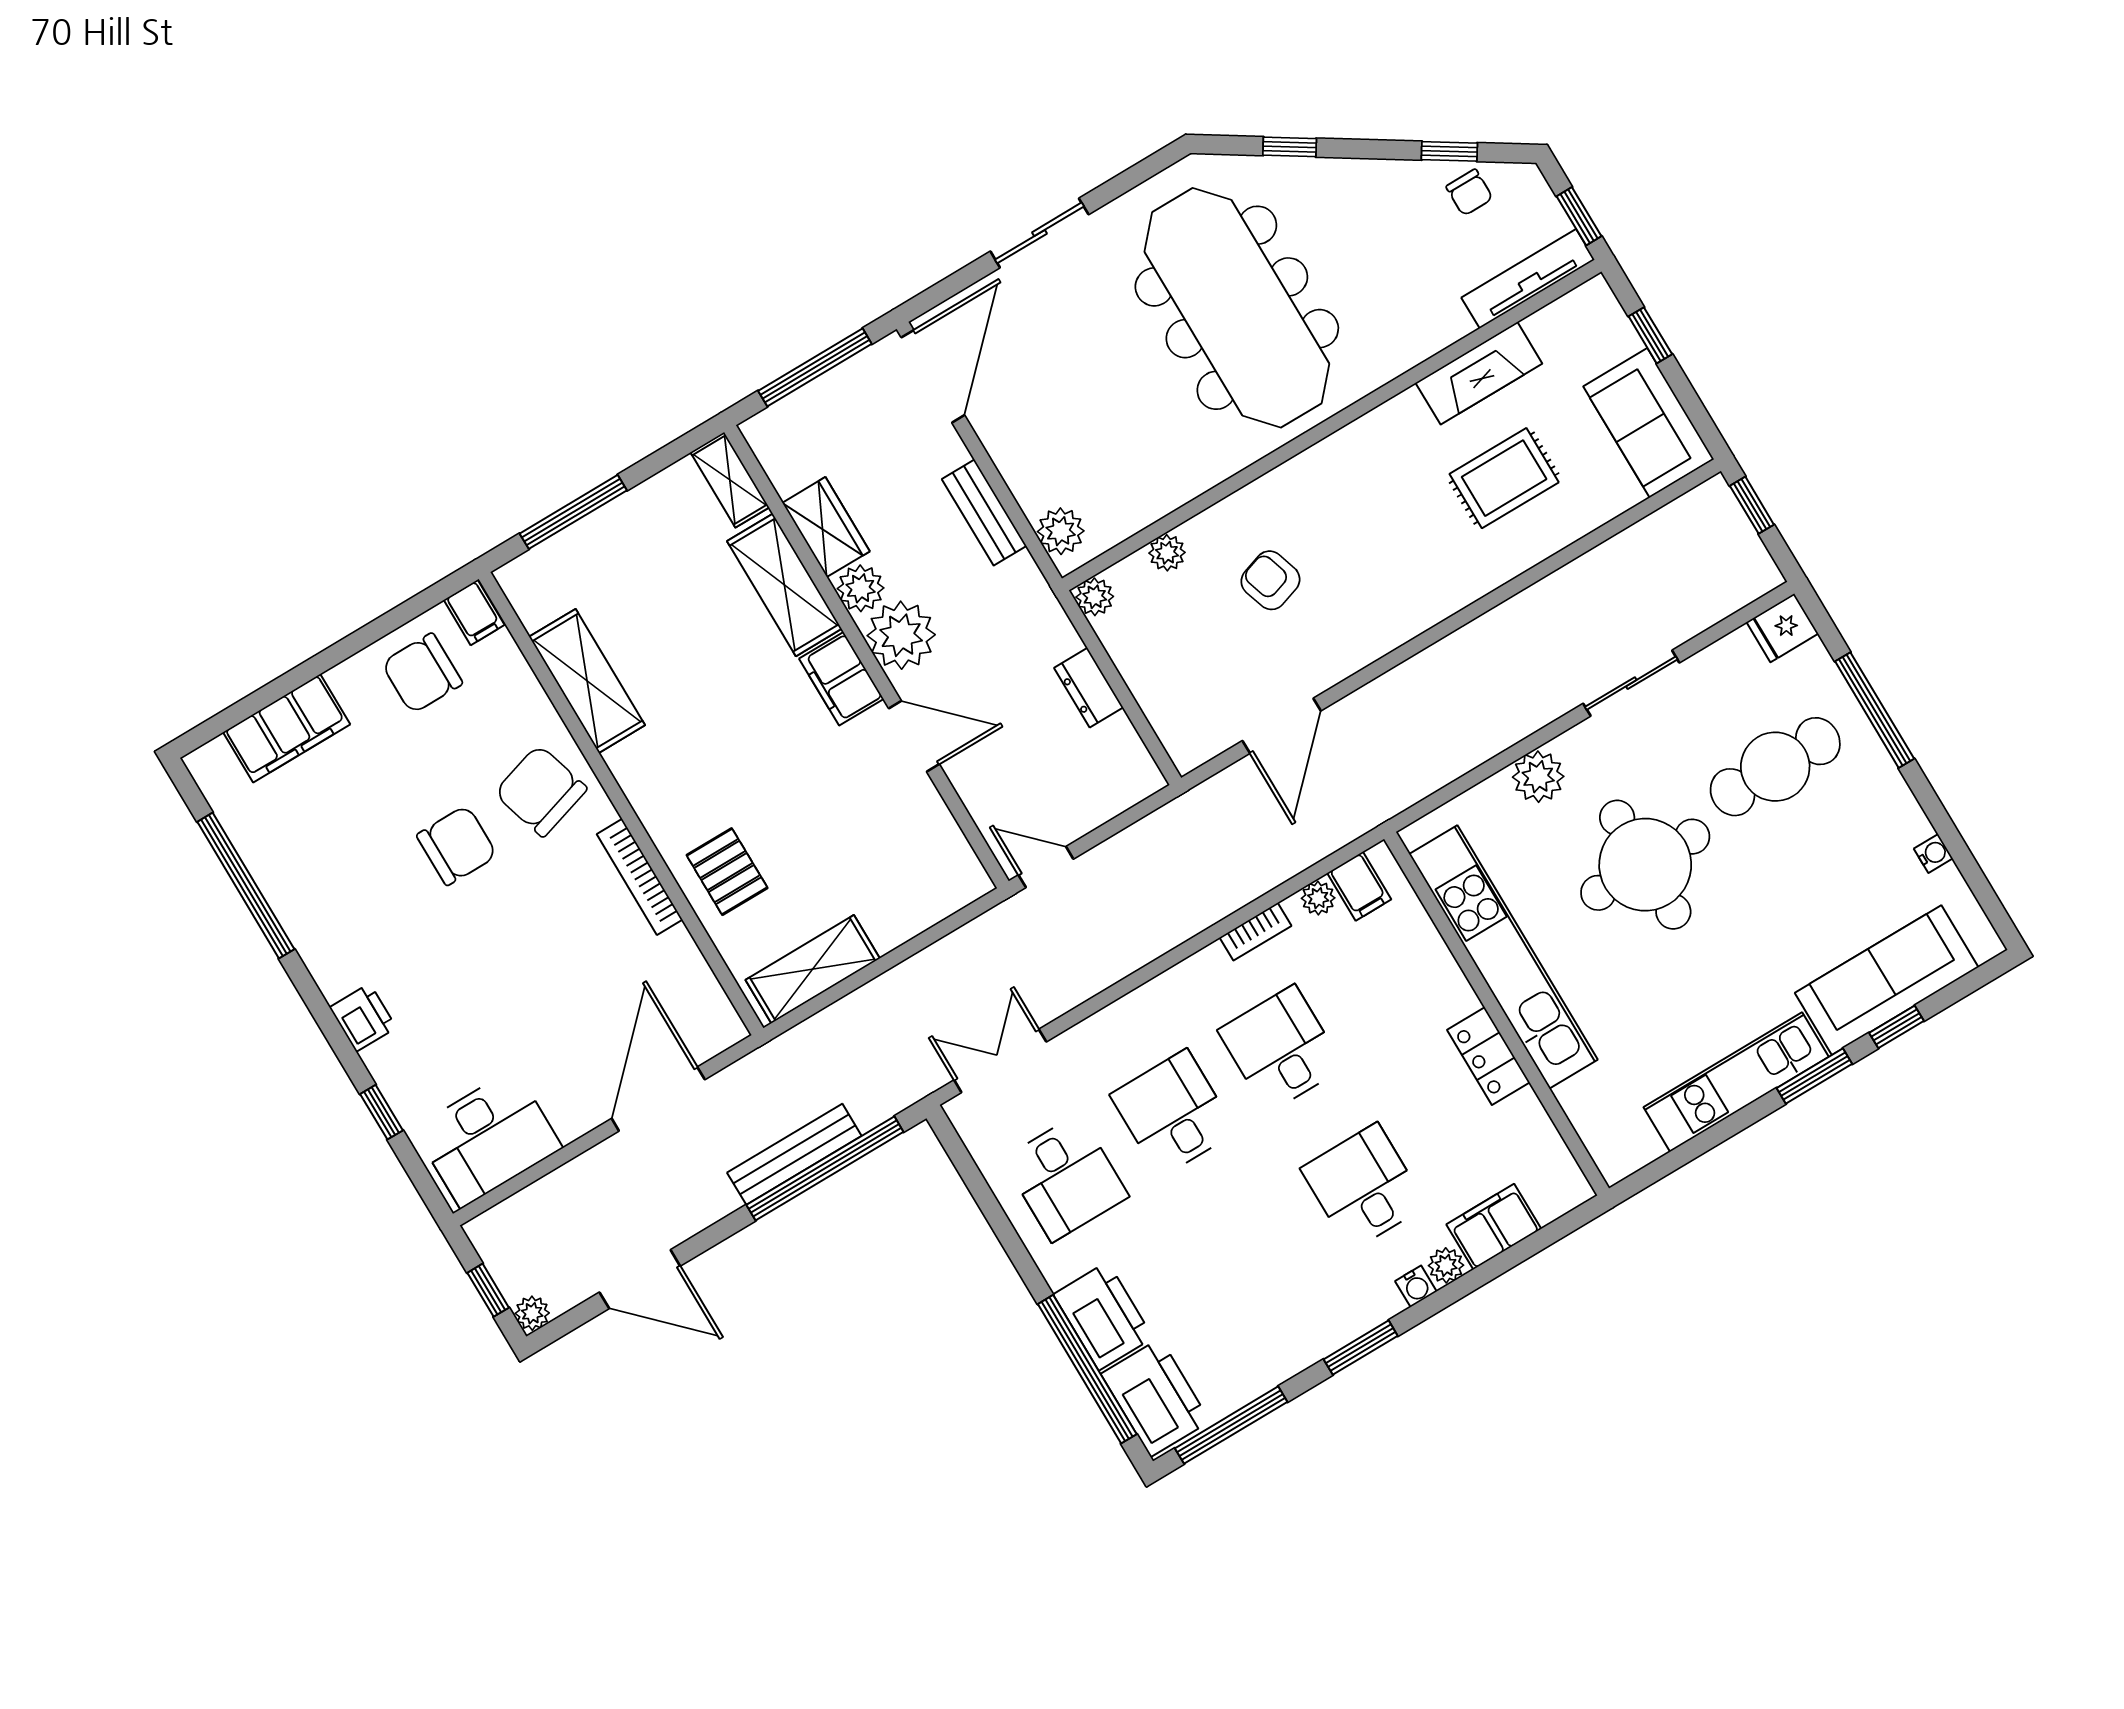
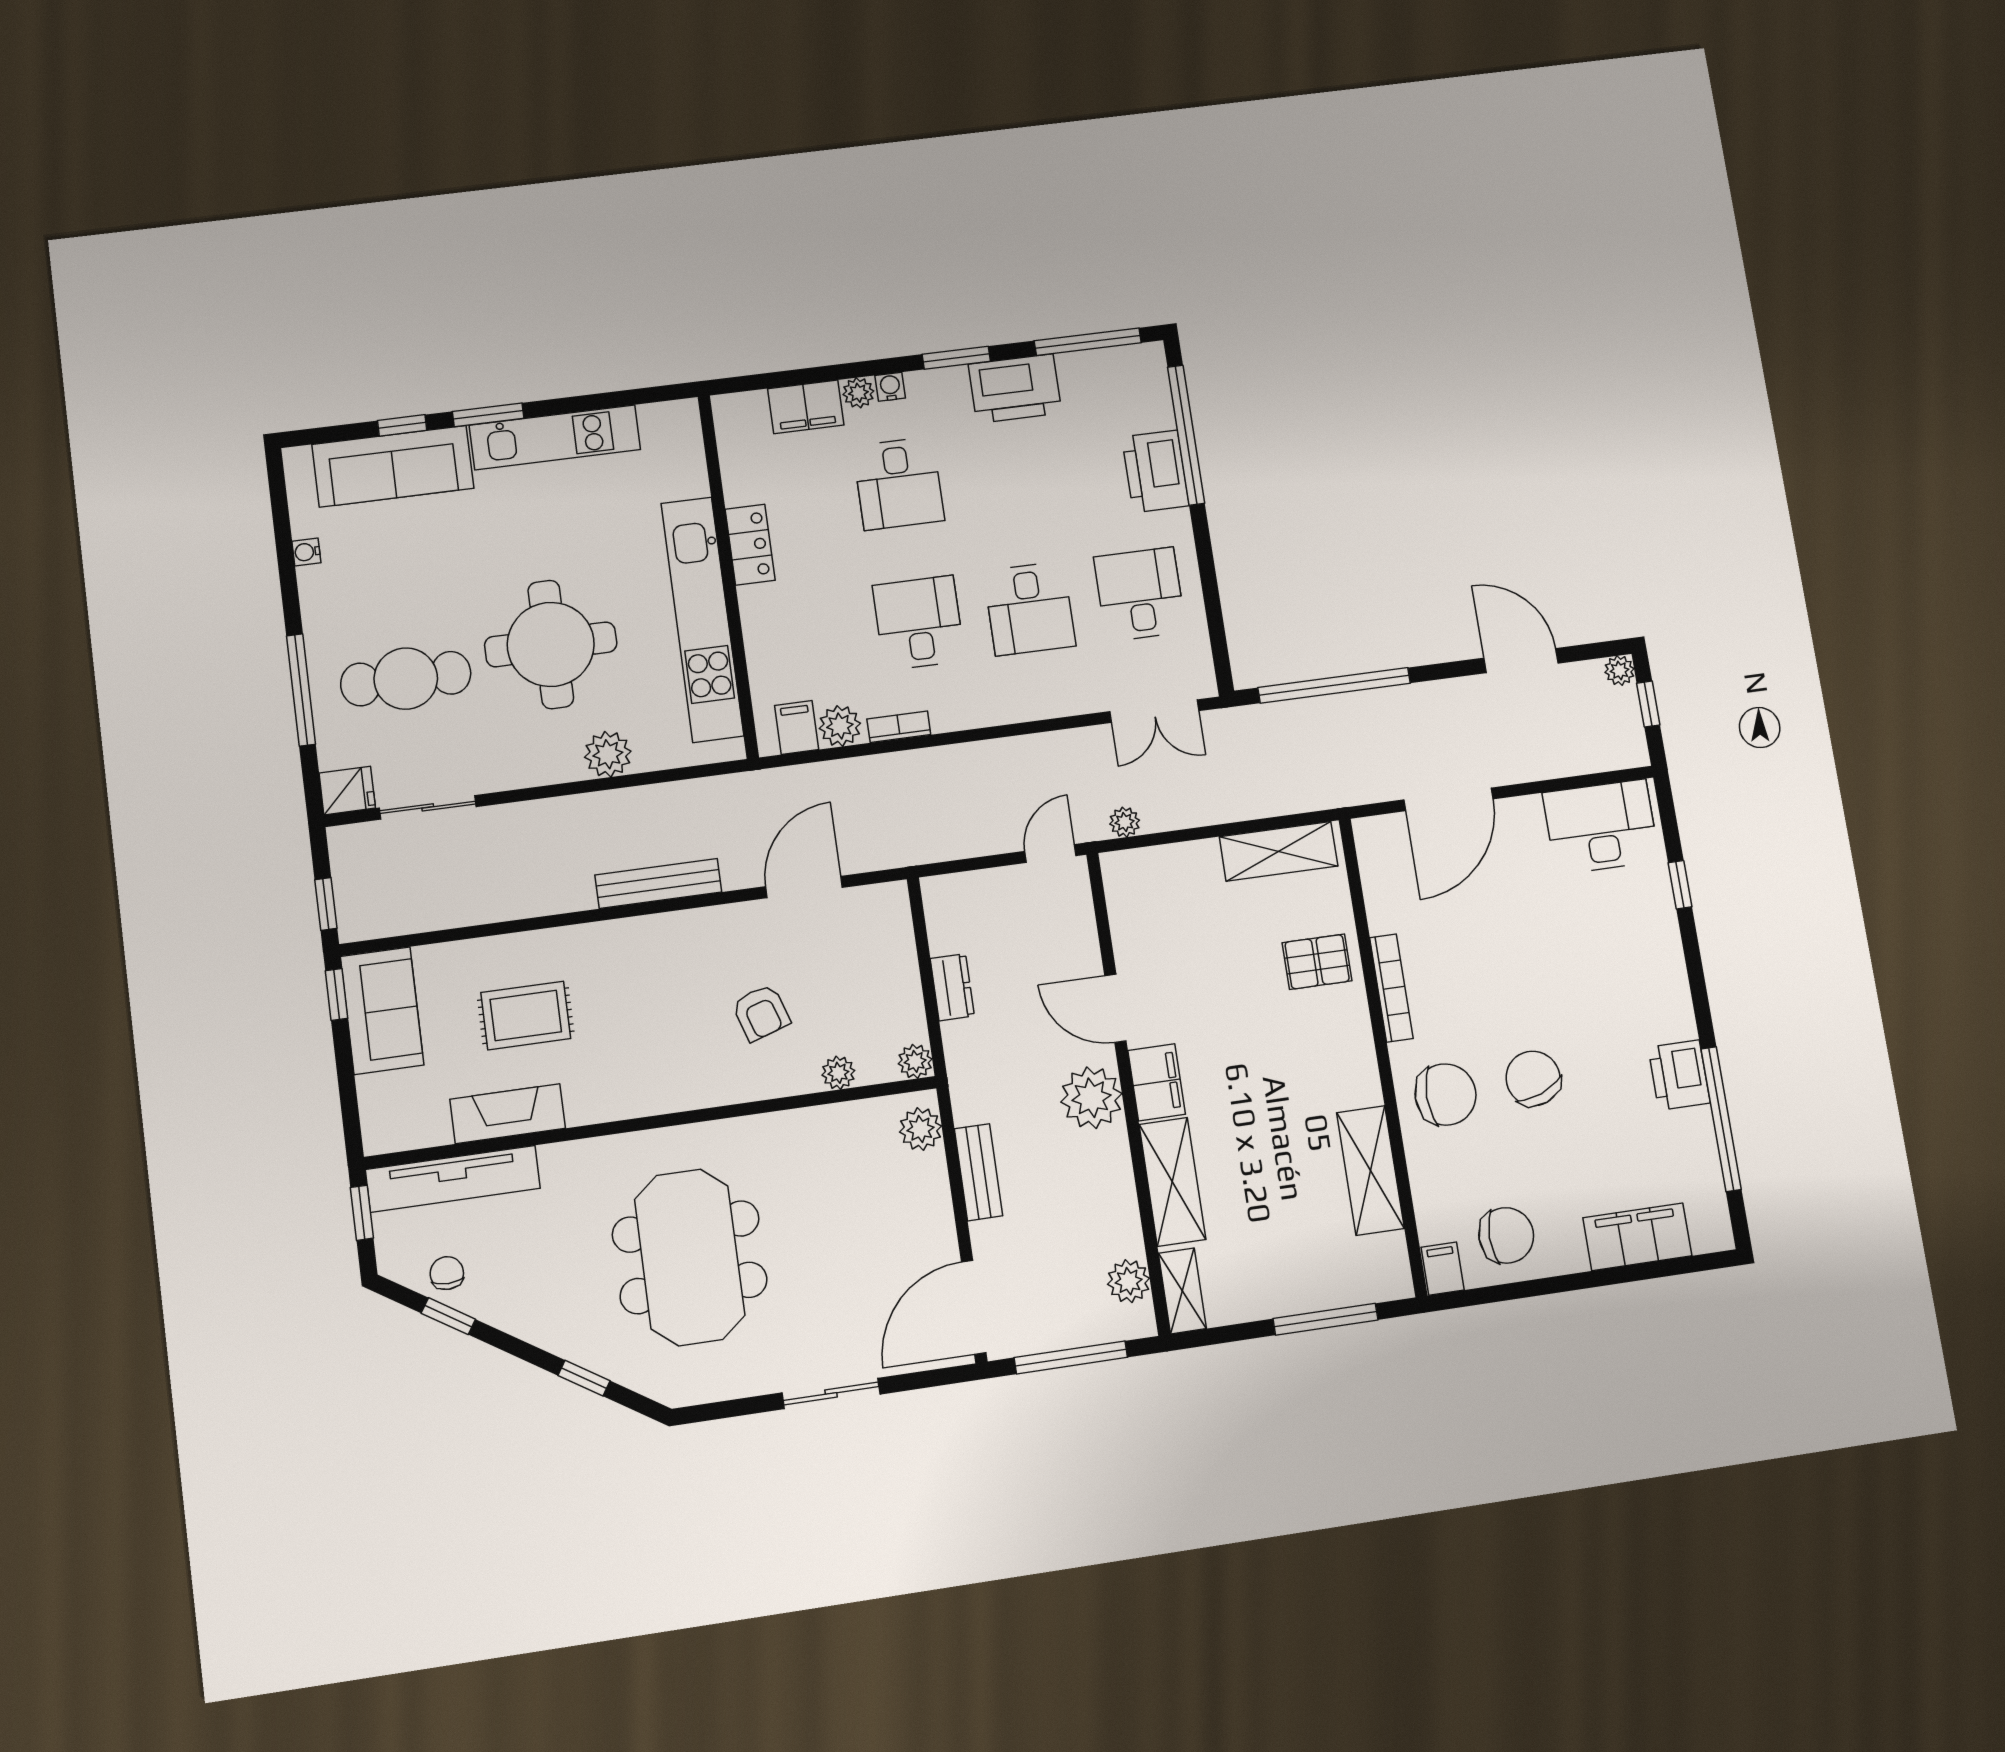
tv unit: (1528, 279) -> (453, 1179), width x1.36, depth x1.29
meeting table: (1237, 308) -> (690, 1257), width x0.73
window: (1650, 335) -> (336, 995), moved
wardrobe: (826, 527) -> (1117, 1216), removed
plant: (861, 588) -> (1129, 1281), moved
sliding door: (1631, 683) -> (428, 807), moved
chair: (541, 791) -> (1446, 1095), turned -73
chair: (457, 845) -> (1533, 1078), turned 69
door: (1046, 867) -> (1050, 854), swing flipped
pallet: (727, 872) -> (1317, 962), turned 90
plant: (1318, 898) -> (840, 726), width x1.38, depth x1.38
plant: (983, 932) -> (1125, 822), added
printer: (363, 1018) -> (1679, 1075), moved, width x1.36, depth x1.24
desk: (1281, 1049) -> (919, 623), turned 180
bench: (794, 1154) -> (658, 884), moved
printer: (1155, 1398) -> (1015, 389), moved, turned -90

